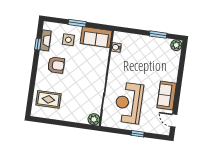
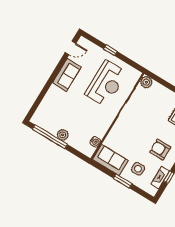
window: (158, 35) -> (50, 137), width x2.11
plant: (176, 45) -> (63, 135), moved
door: (174, 121) -> (70, 48), hinge flipped

